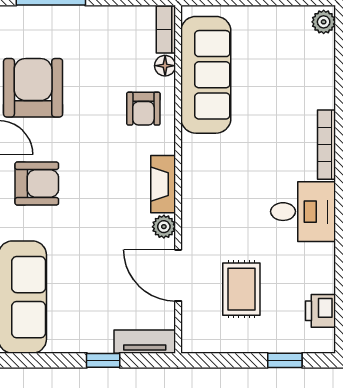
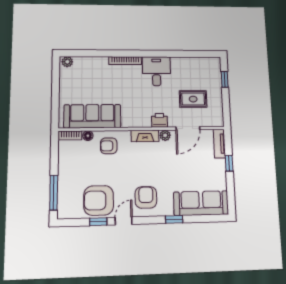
armchair: (143, 109) -> (109, 146), turned 180
printer: (320, 311) -> (160, 120), moved, turned 180

